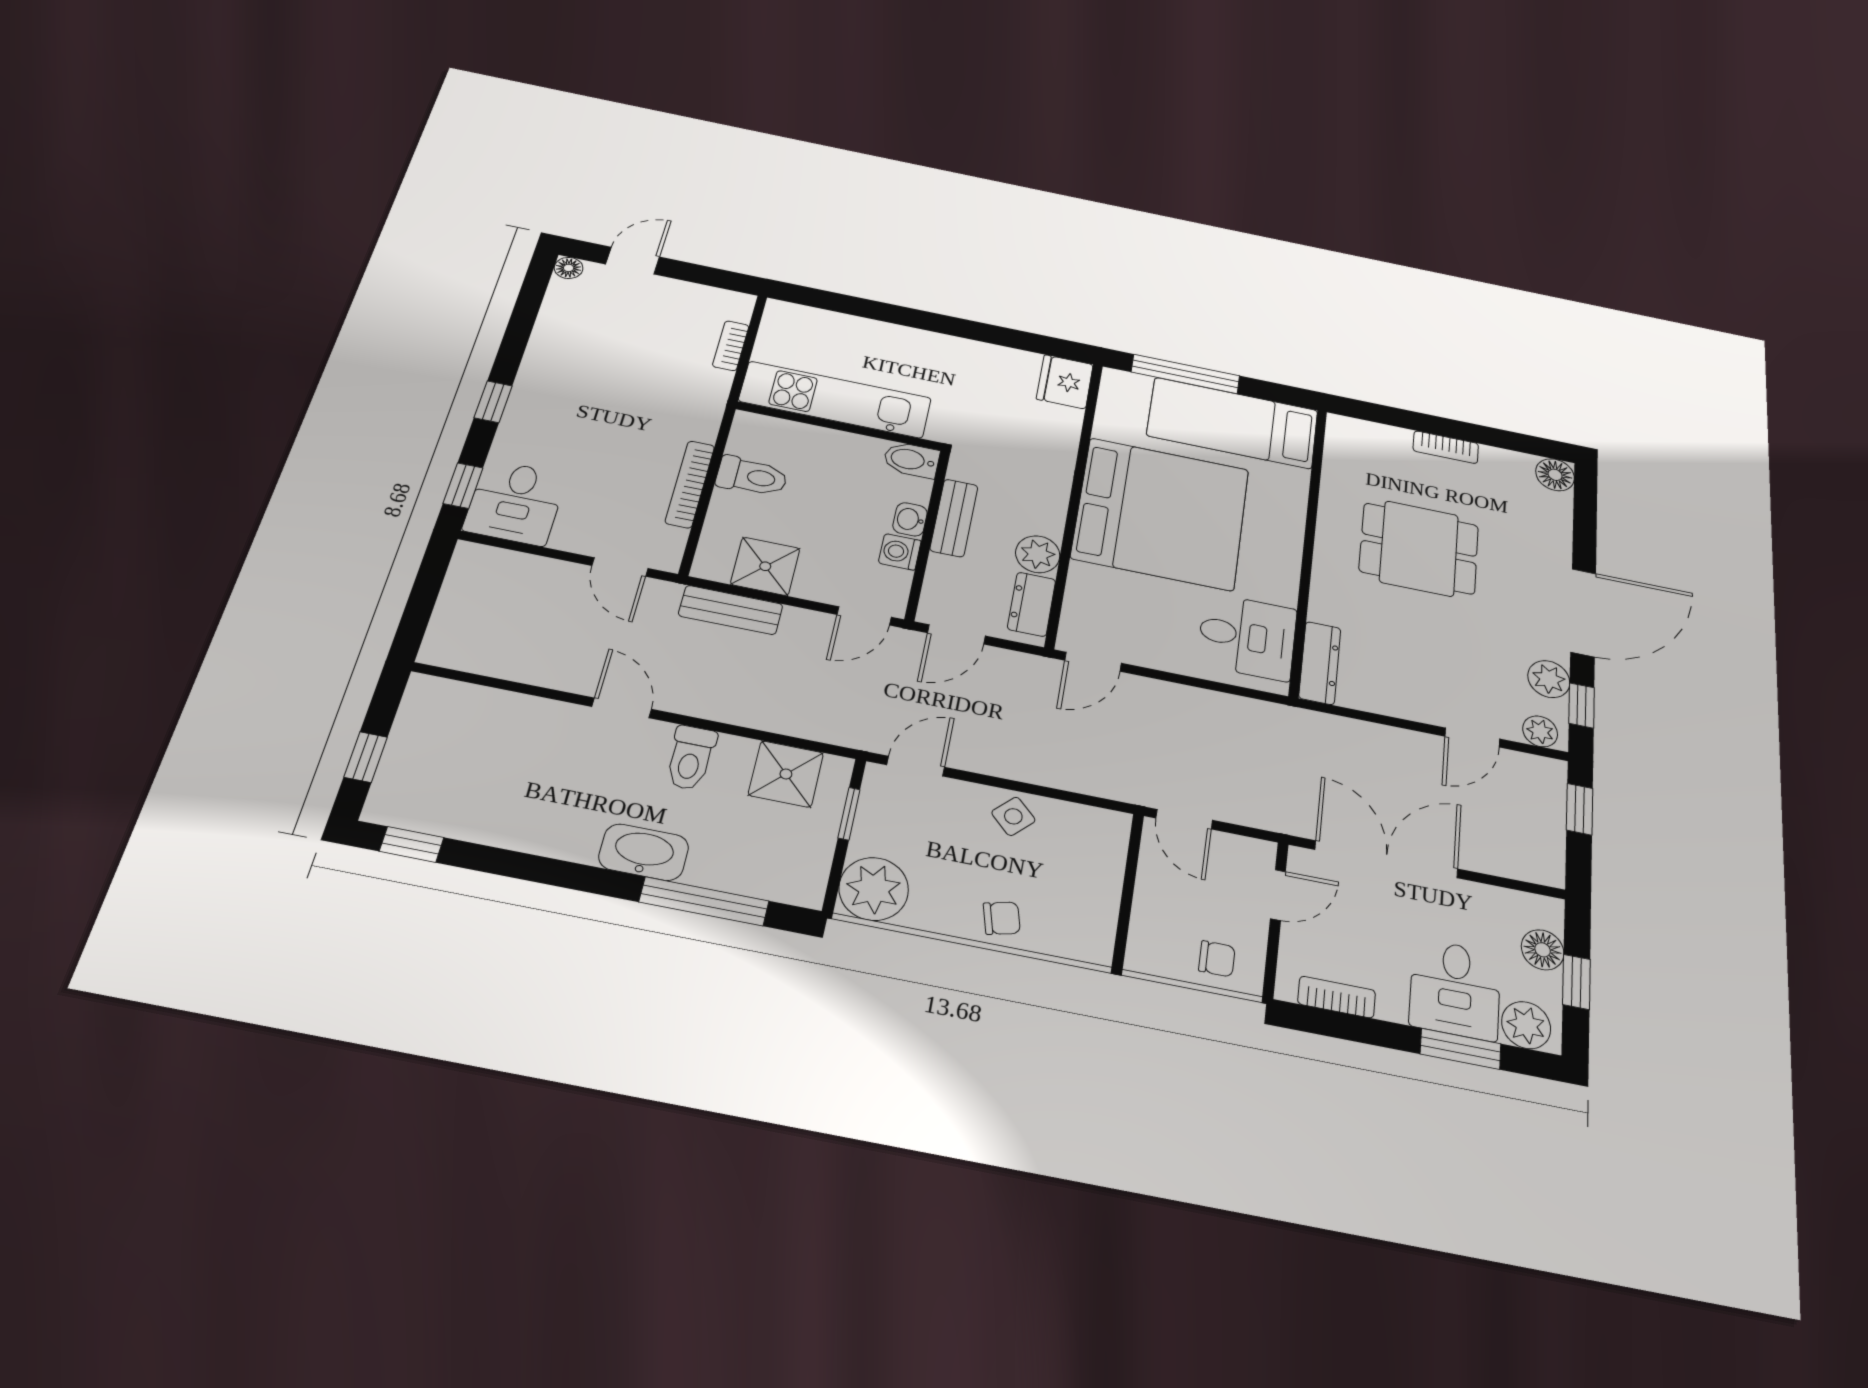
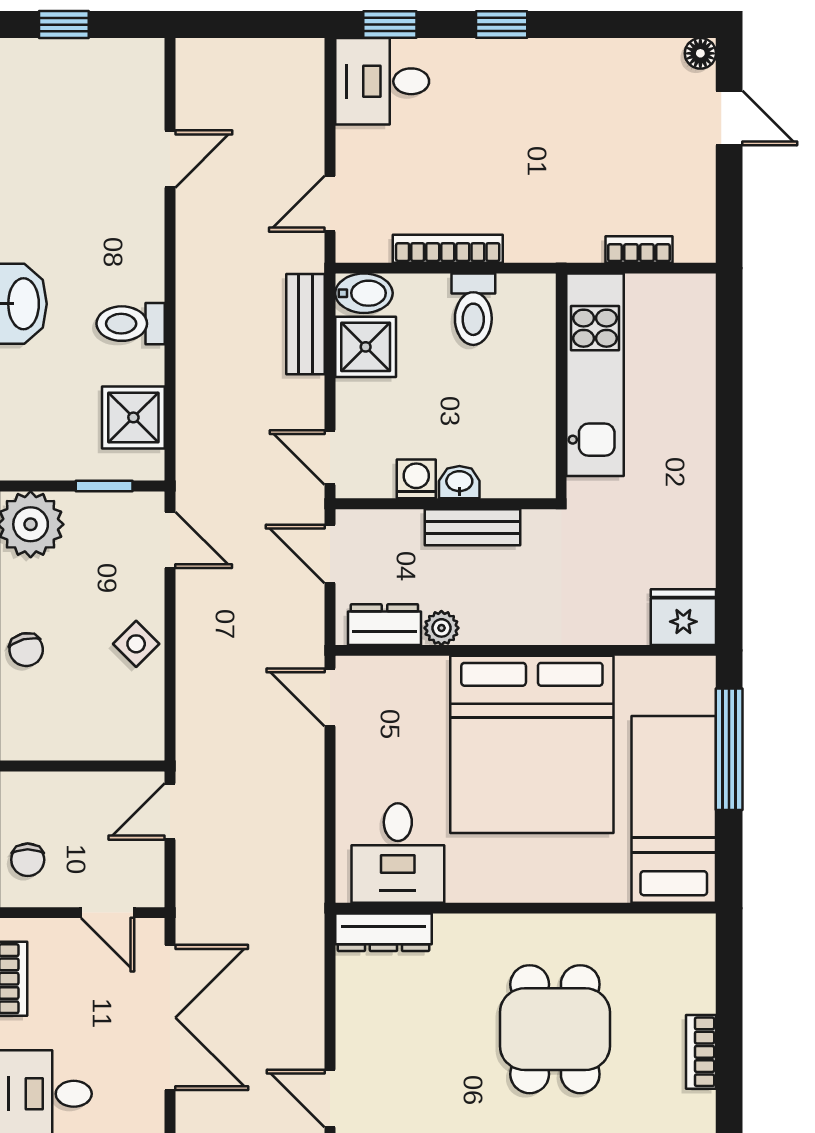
bidet: (911, 460) -> (364, 293), moved, turned 90
plant: (1038, 554) -> (441, 628), width x0.73, depth x0.73
door: (622, 708) -> (170, 159), moved

